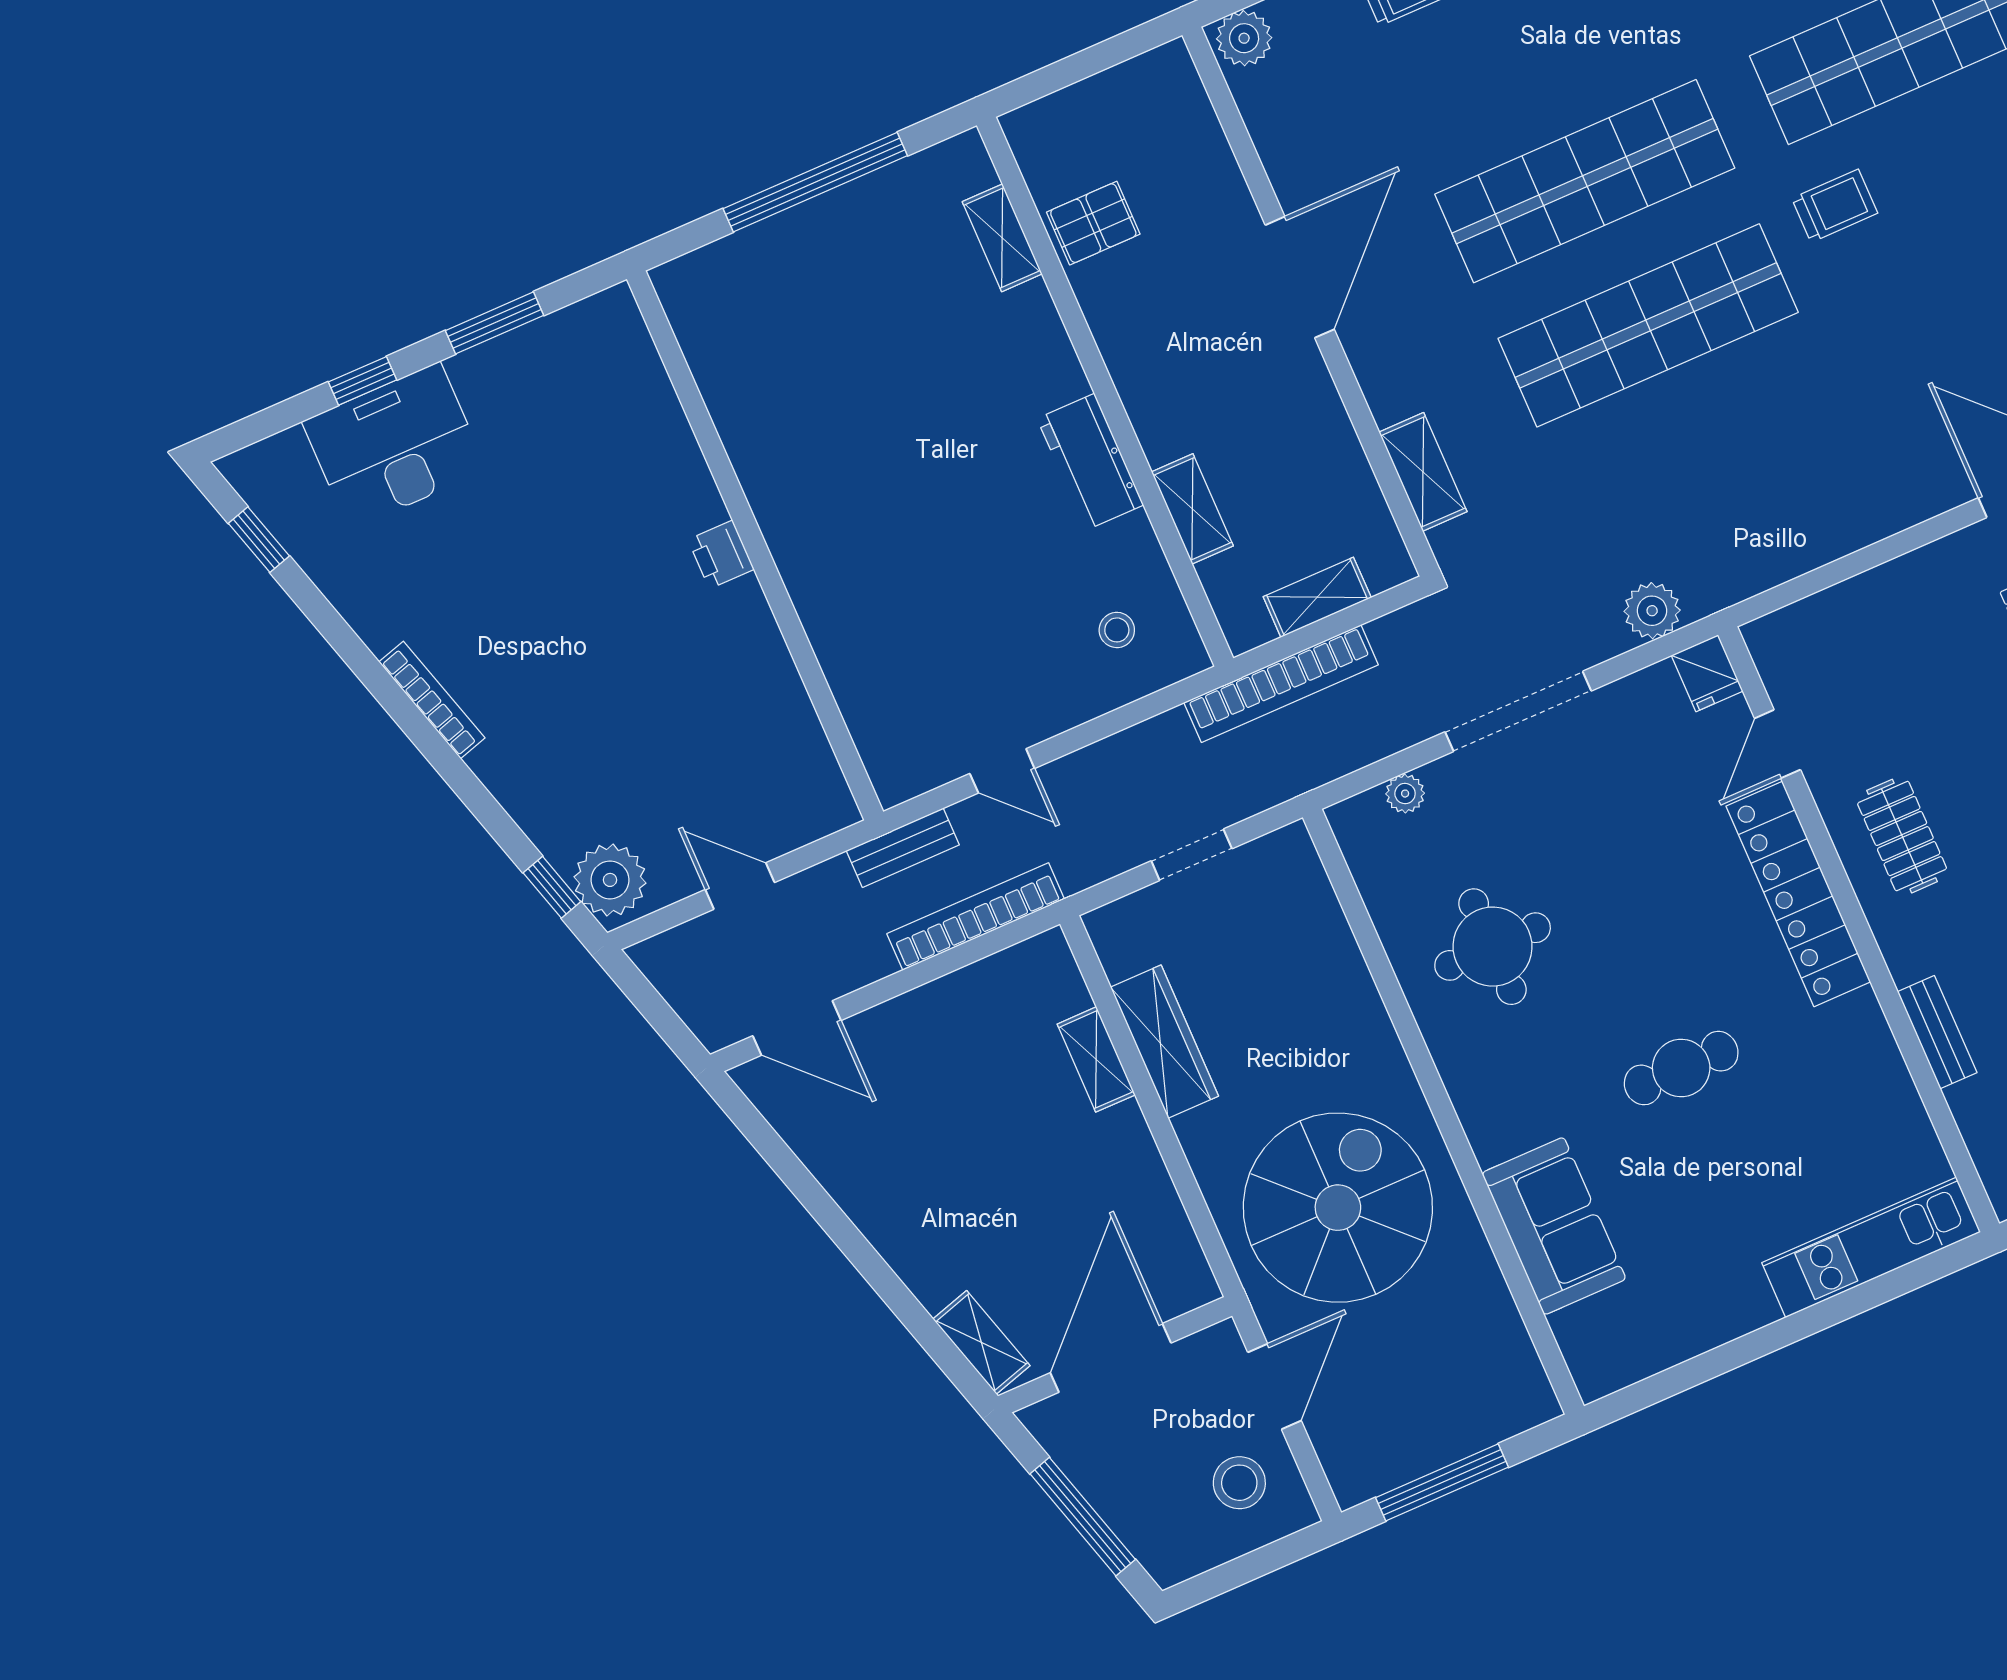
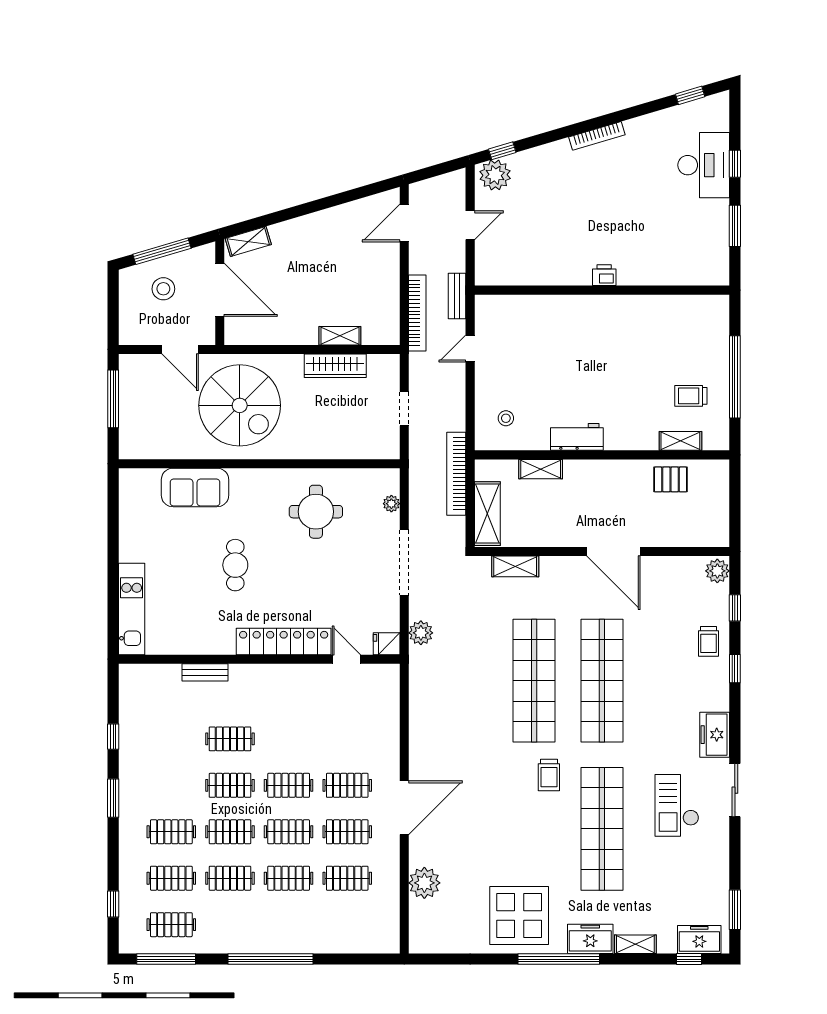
pallet: (1093, 223) -> (671, 479), turned 90
trolley: (897, 258) -> (691, 396), added
shelving: (1317, 597) -> (487, 514), width x1.50, depth x1.33
clothes rail: (1902, 836) -> (289, 692), removed
stool: (1239, 1483) -> (163, 289), moved

